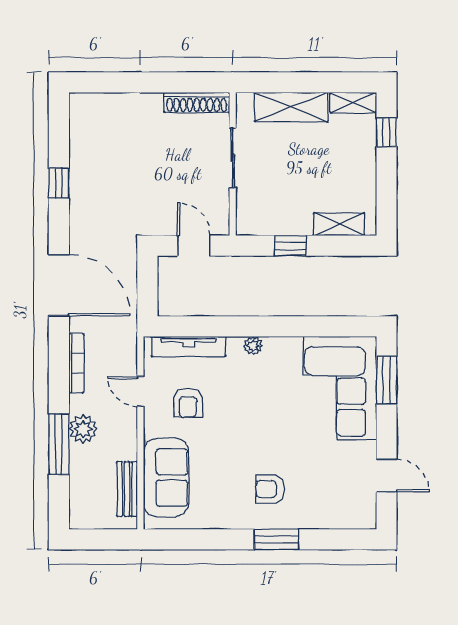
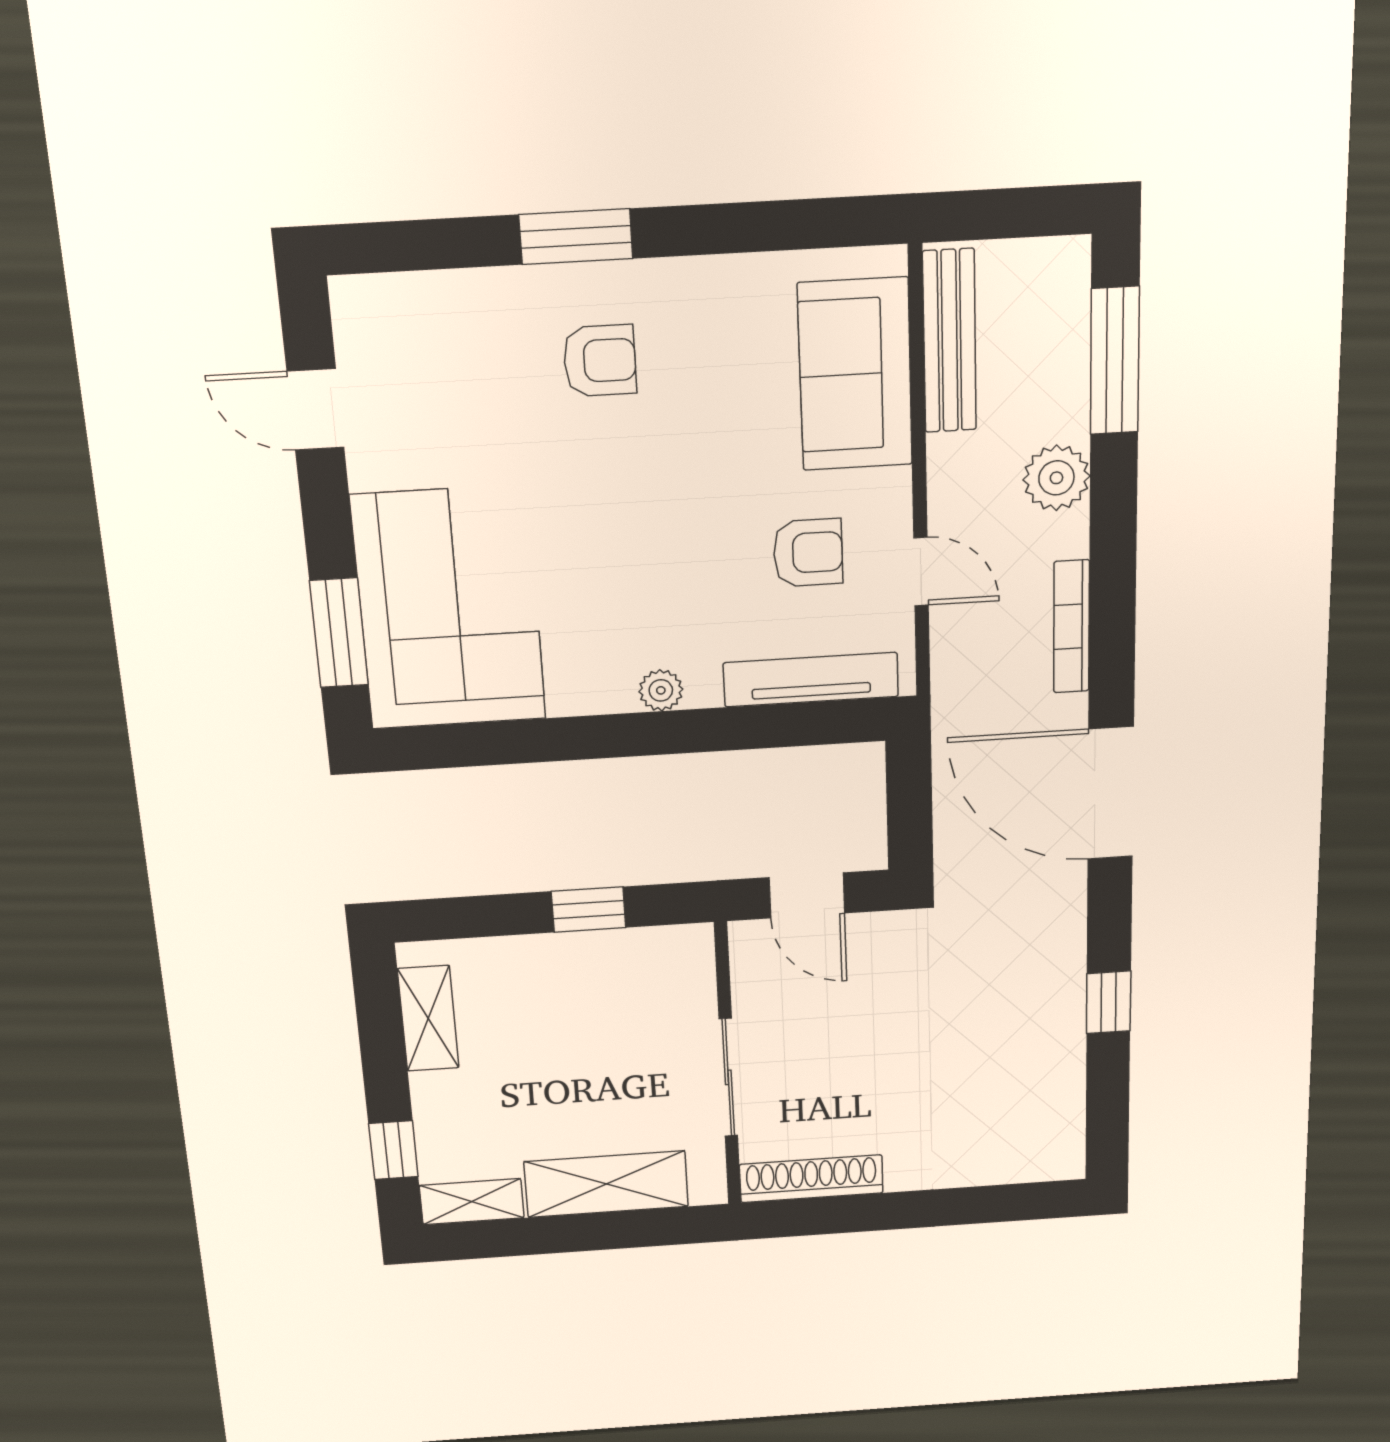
shelving: (339, 224) -> (428, 1018), moved, turned 90
armchair: (188, 403) -> (808, 553), turned 90
window: (59, 444) -> (1115, 361), moved
bench: (127, 489) -> (950, 341), width x1.36

